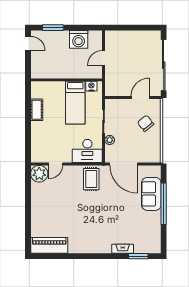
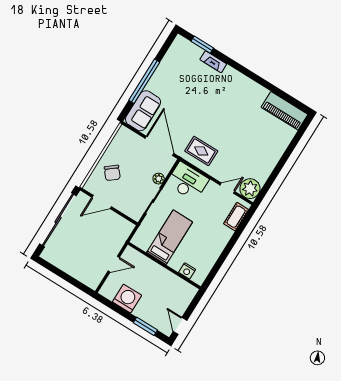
nightstand: (91, 86) -> (187, 271), moved
cot: (37, 110) -> (236, 217), moved
rug: (91, 179) -> (201, 151), turned 90
sofa: (151, 194) -> (143, 111), moved

